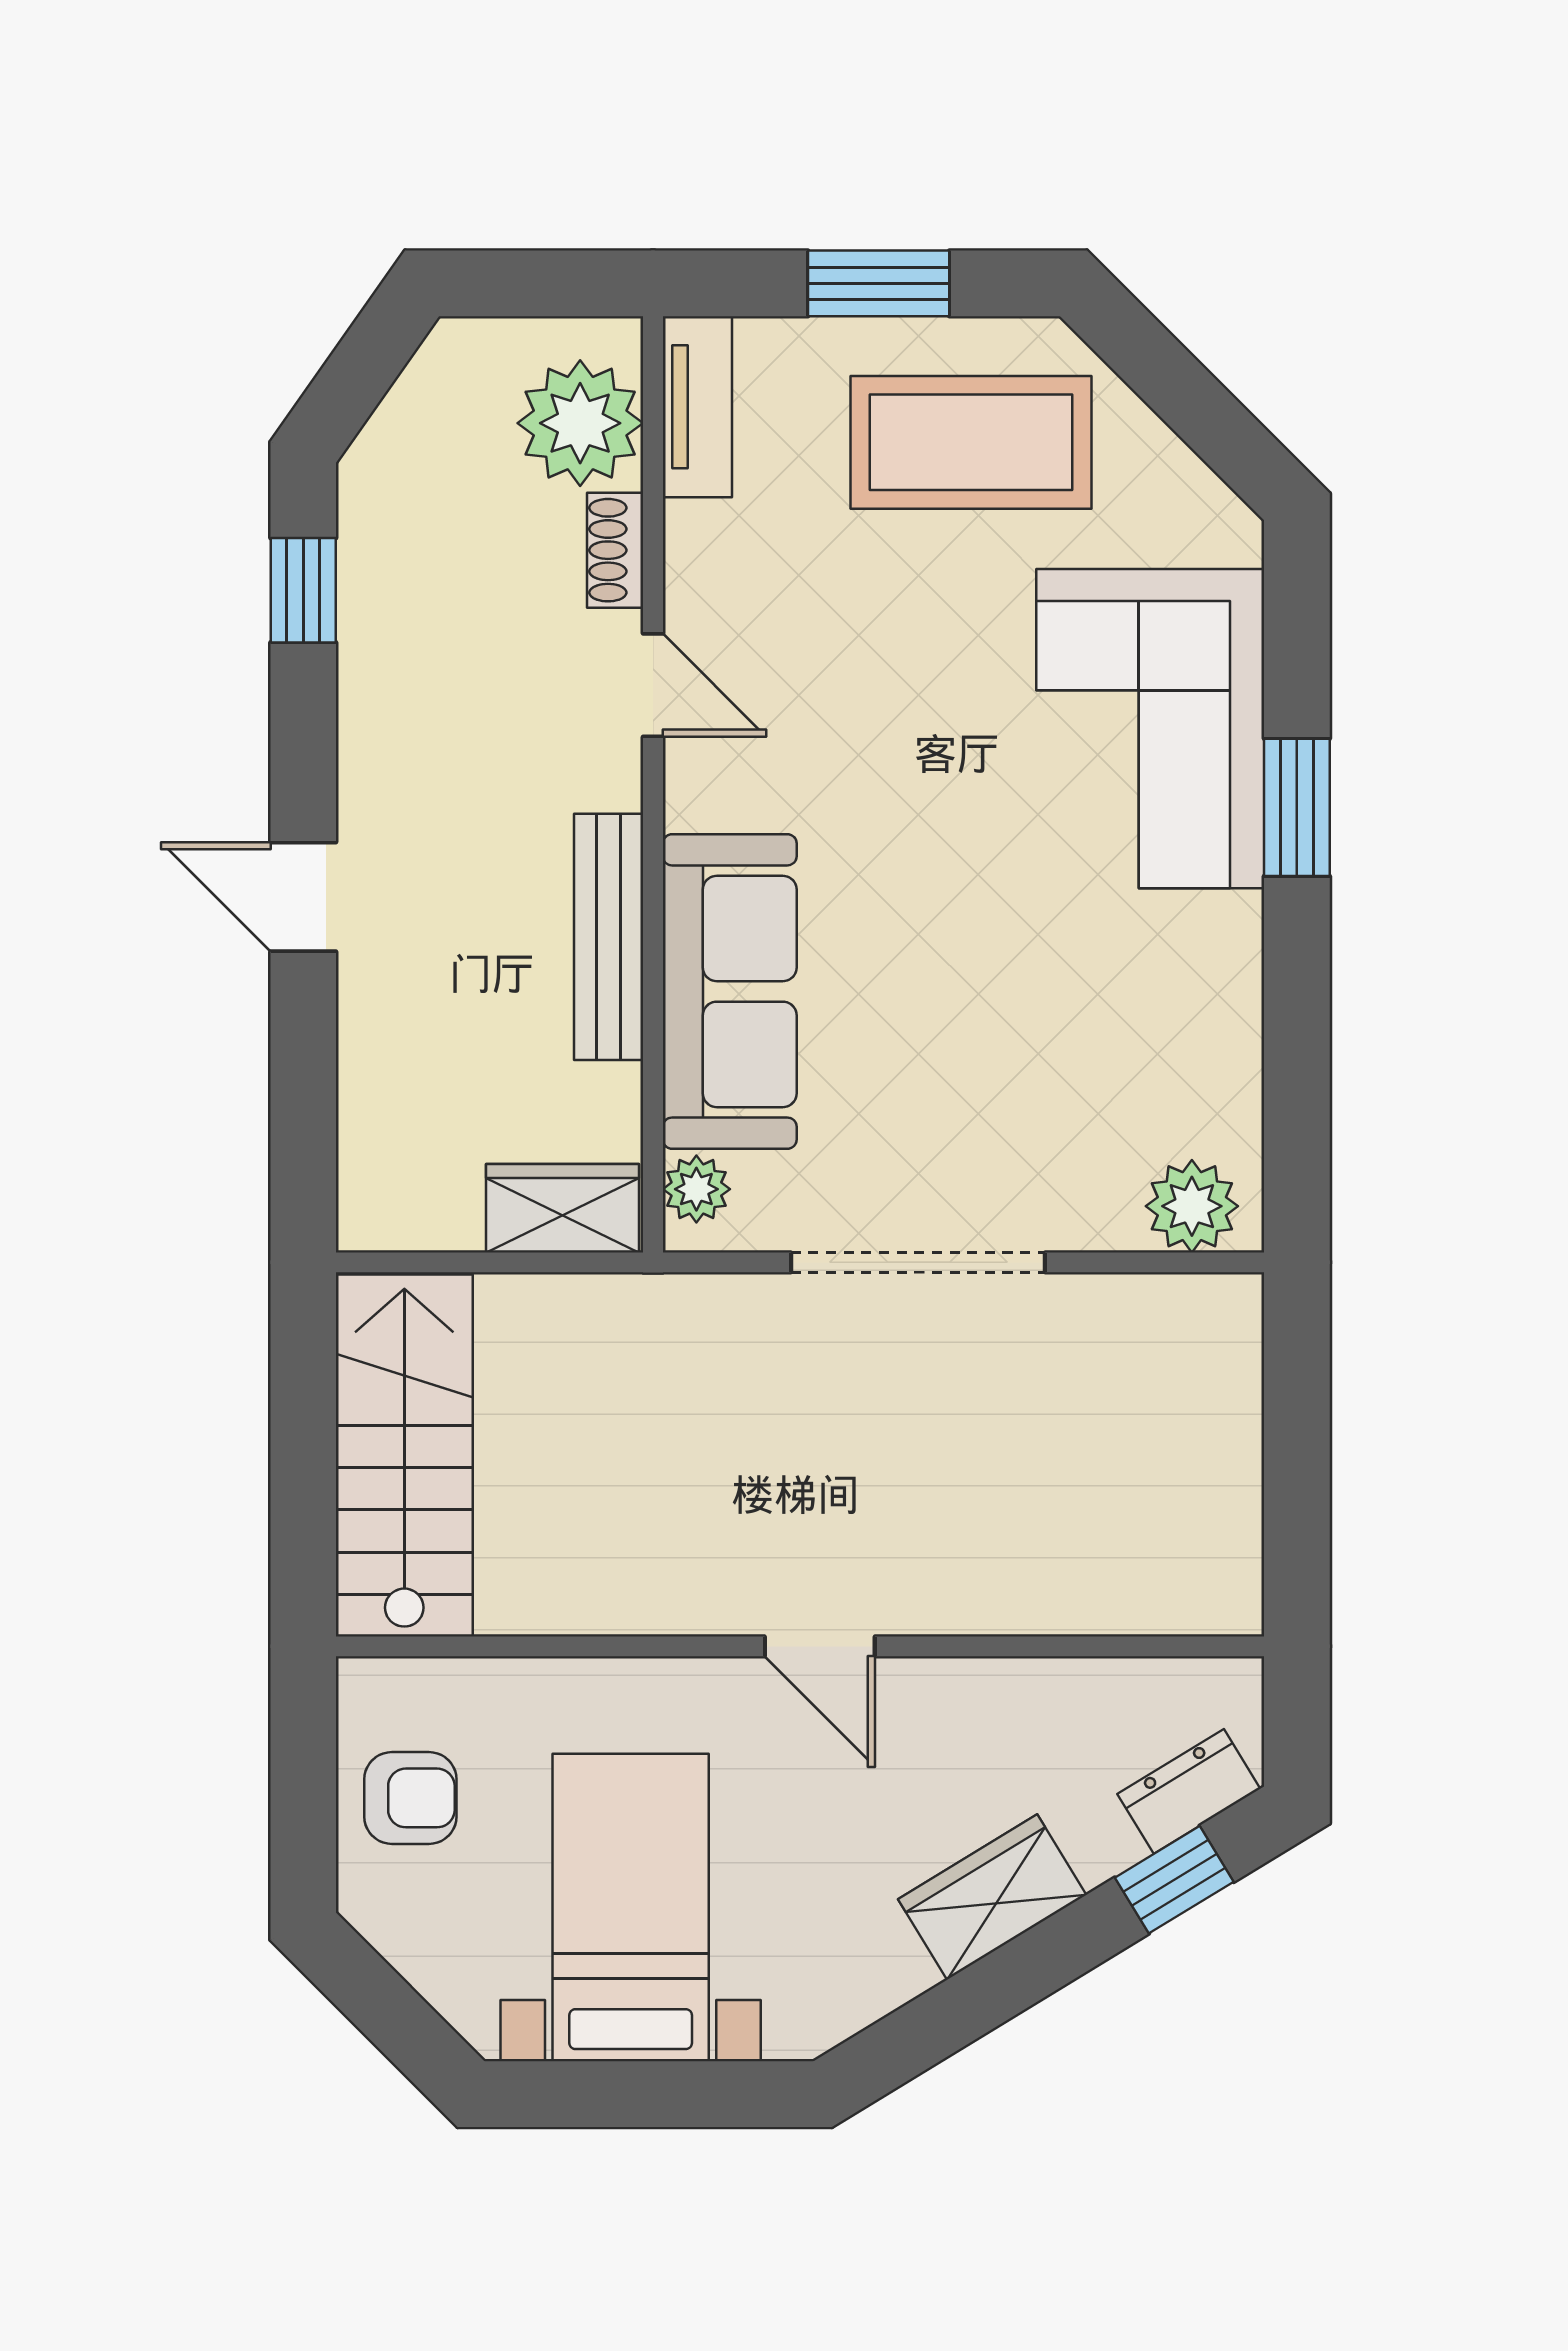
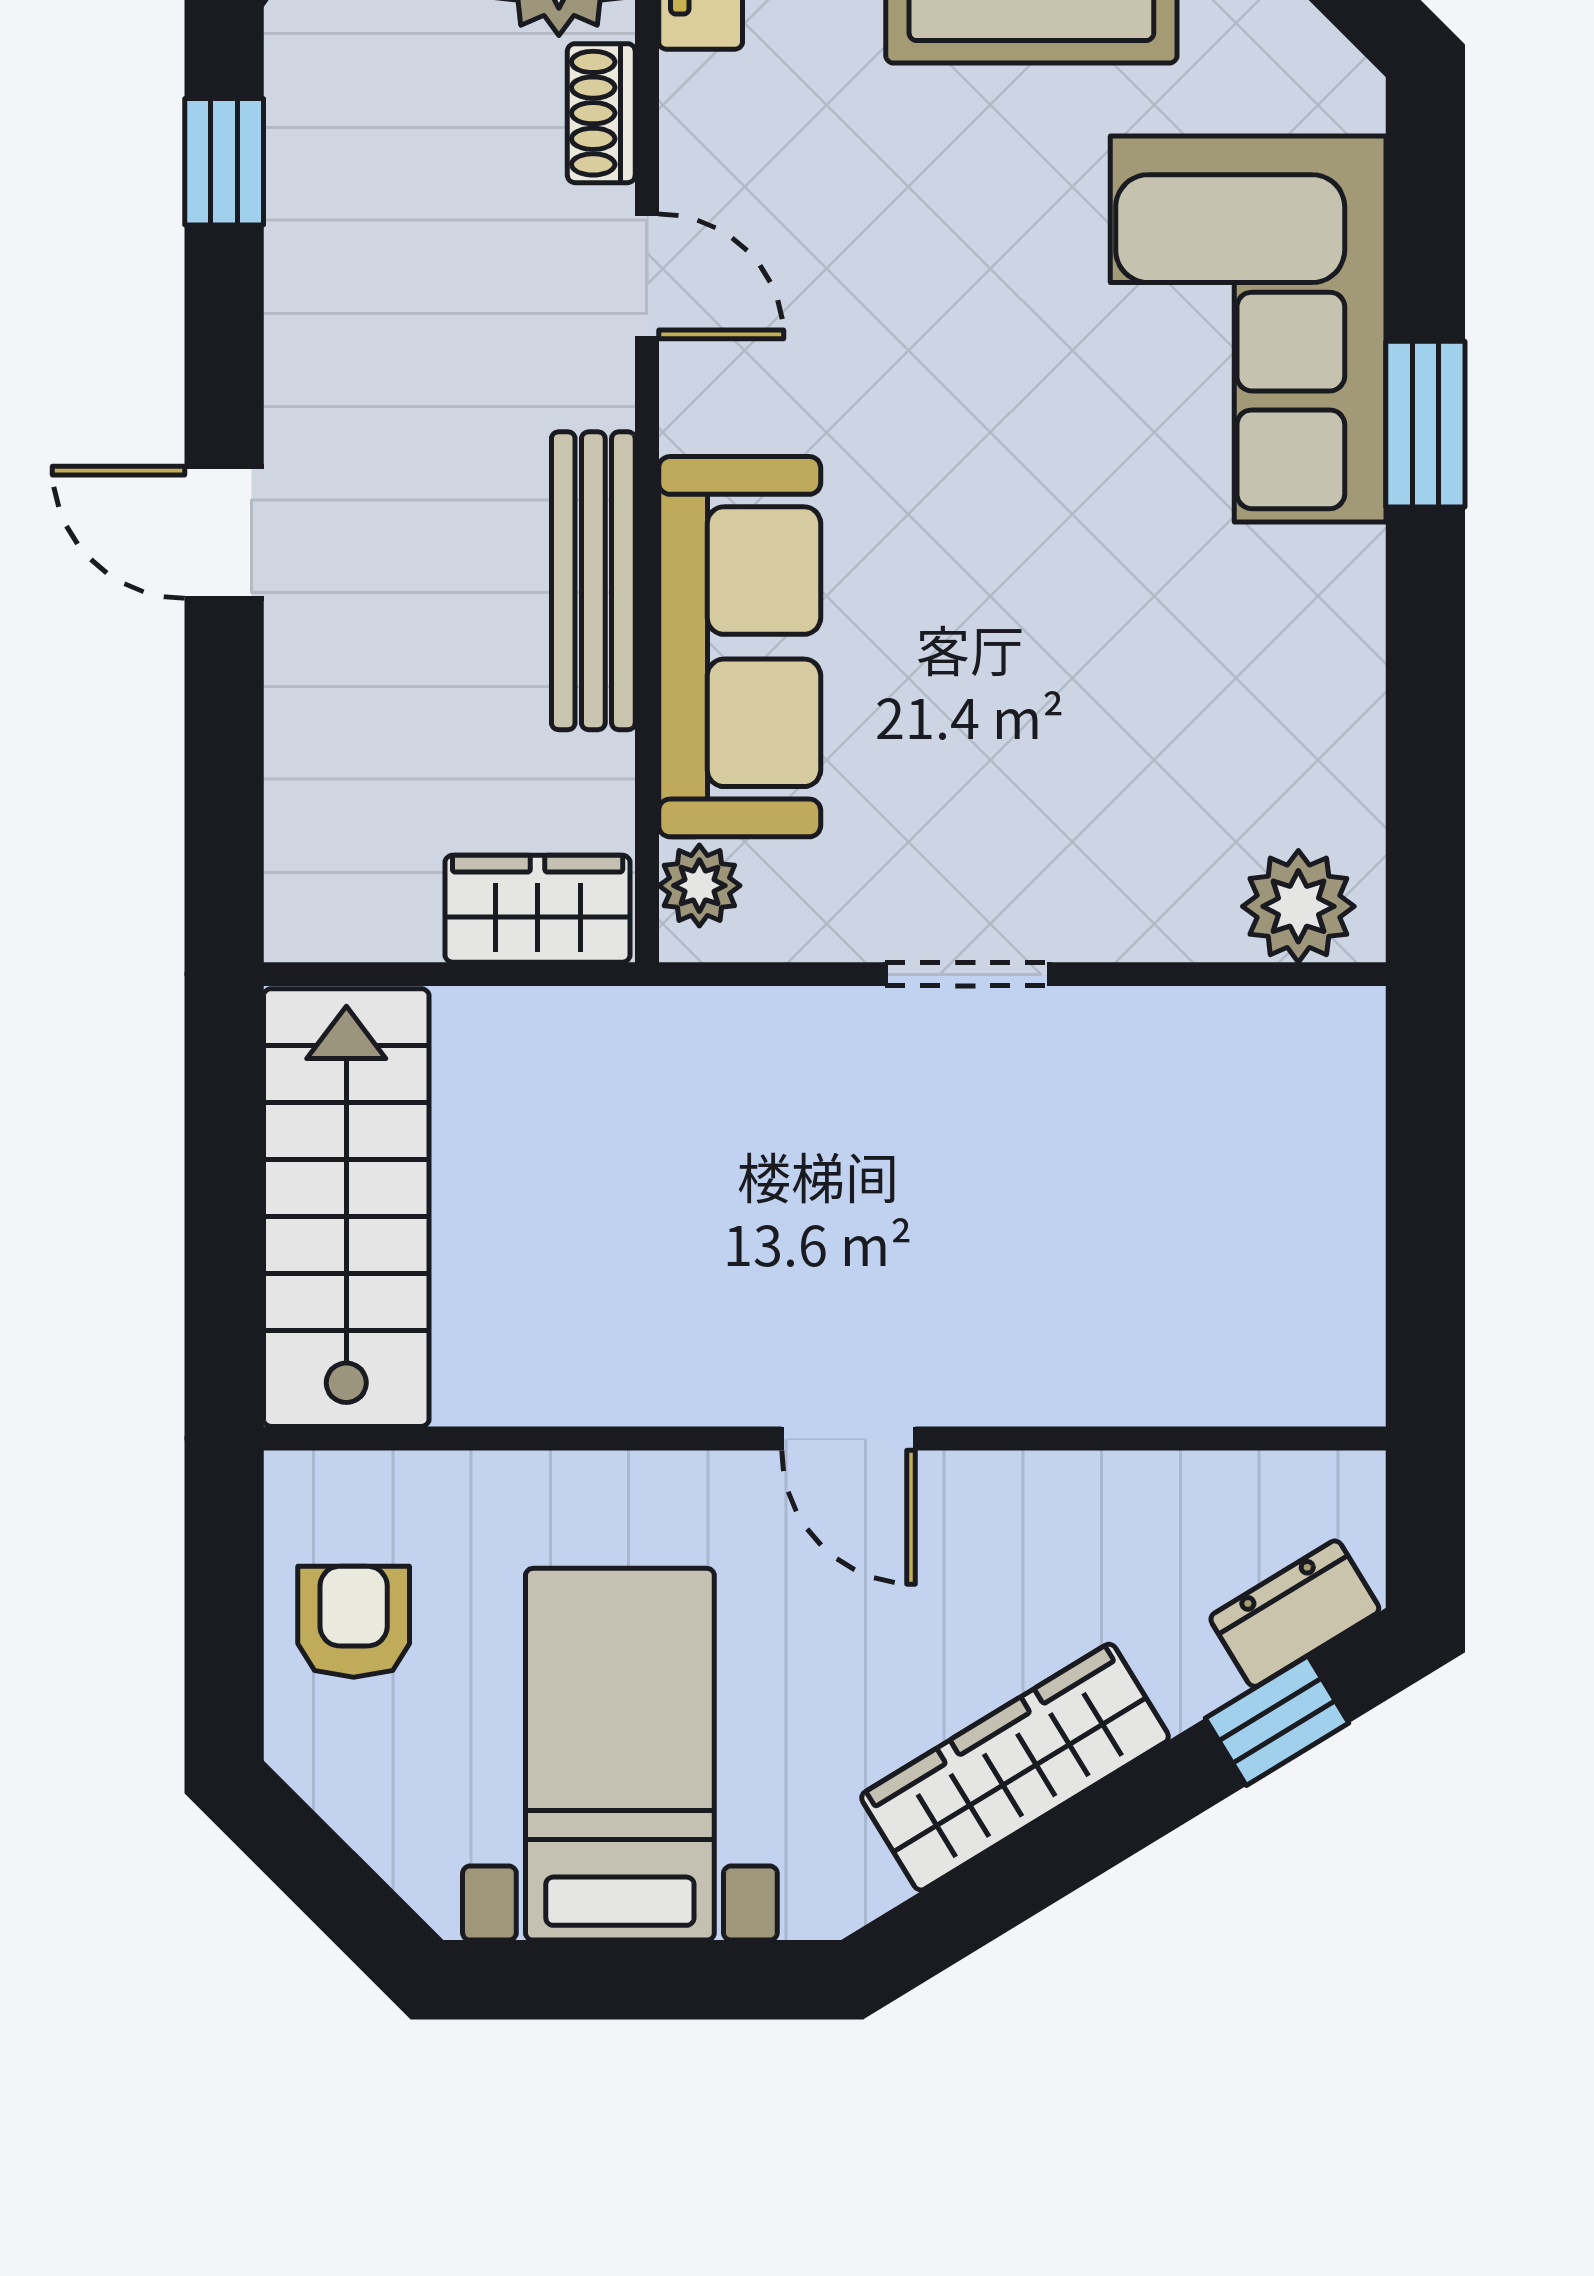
doorway: (918, 1262) -> (967, 974), width x0.53
armchair: (410, 1798) -> (354, 1622), turned -90
wardrobe: (992, 1897) -> (1015, 1767), width x1.50

